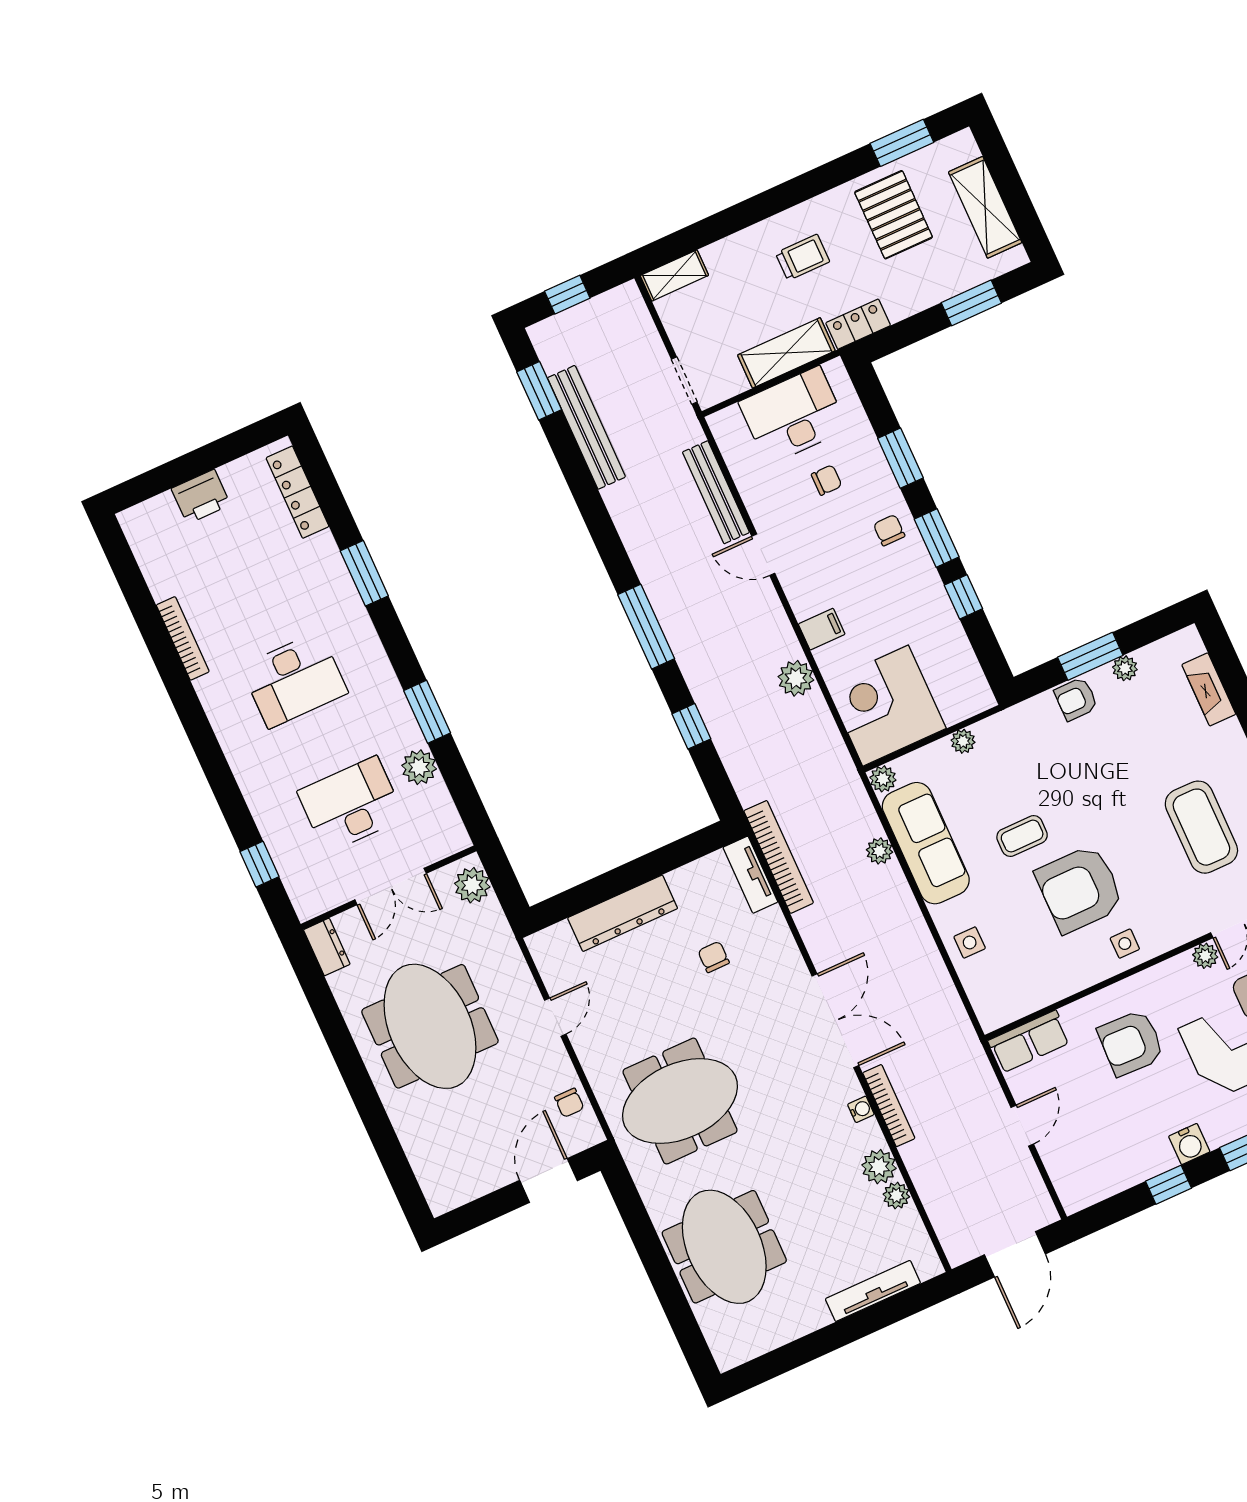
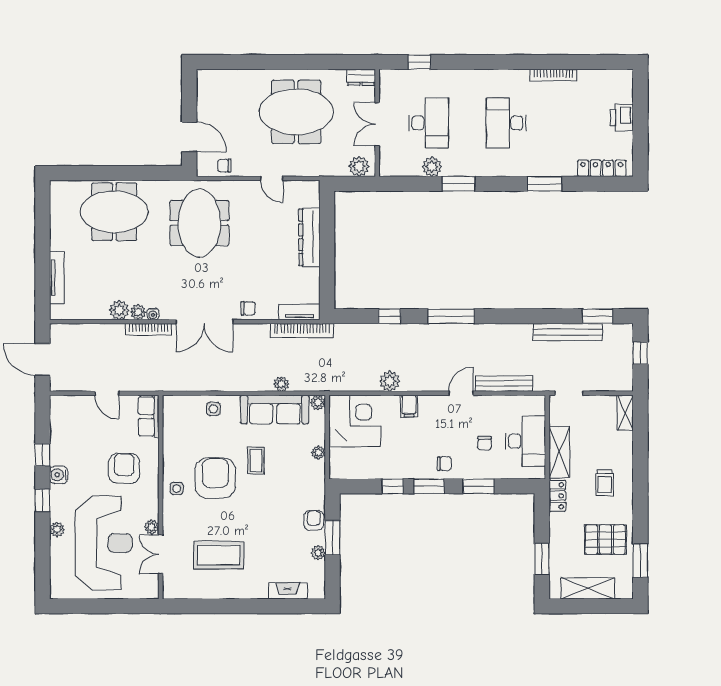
chair: (714, 957) -> (248, 308), moved
plant: (896, 1195) -> (138, 312), moved

